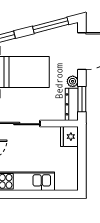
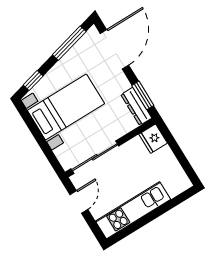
plant: (73, 81) -> (123, 84), removed

